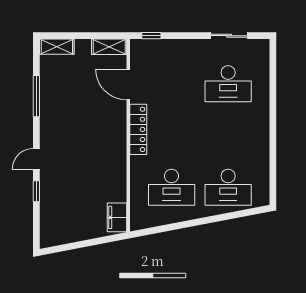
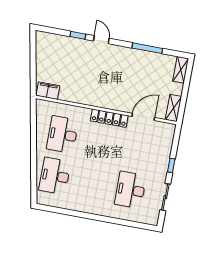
window: (151, 36) -> (171, 165), moved

